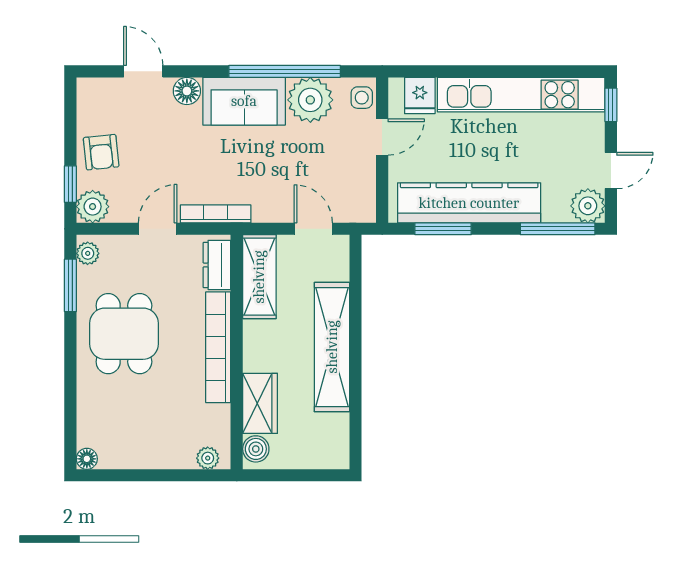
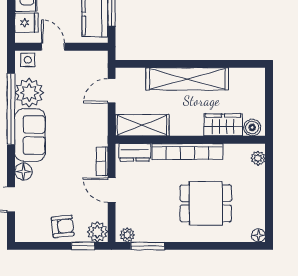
bookcase: (216, 214) -> (102, 161), width x0.64
dining table: (124, 334) -> (206, 203), moved

